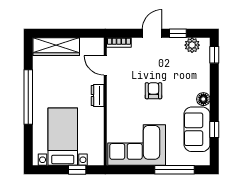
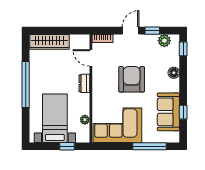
armchair: (153, 91) -> (132, 79), width x1.88, depth x1.88
floor lamp: (203, 99) -> (174, 73), moved
plant: (98, 138) -> (85, 120), added

